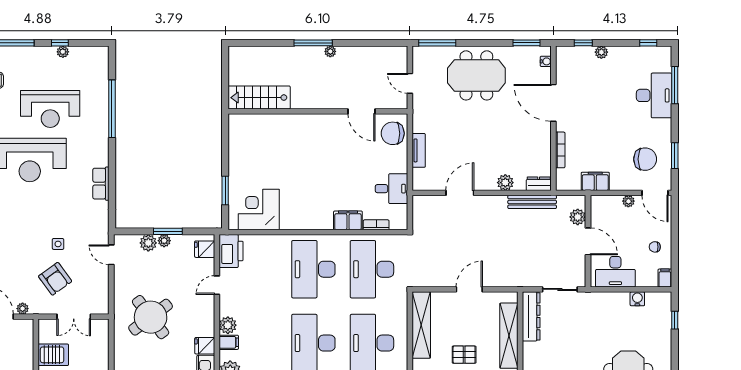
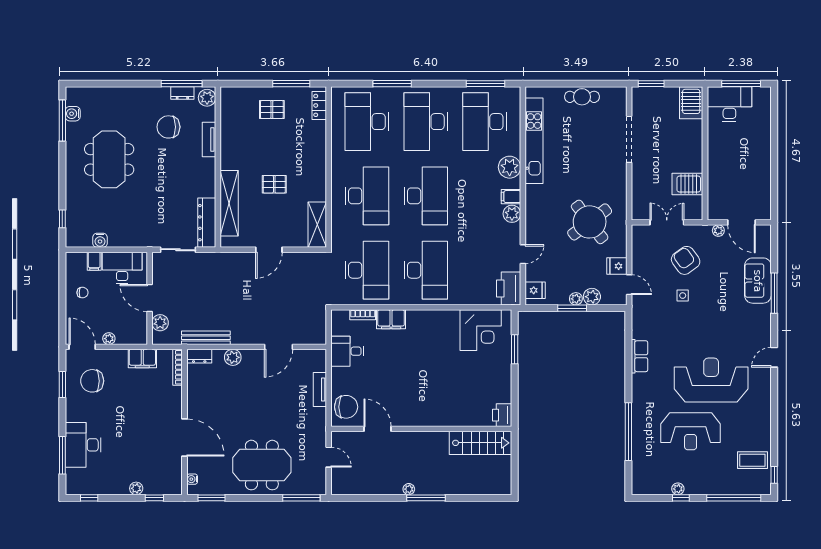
reception desk: (50, 109) -> (691, 431), turned 180
printer: (238, 125) -> (502, 415), added
bookcase: (560, 150) -> (178, 367), moved
filing cabinet: (665, 278) -> (94, 261), moved
shelving: (421, 325) -> (317, 225), width x0.68
fridge: (205, 346) -> (617, 266), moved, turned 180

